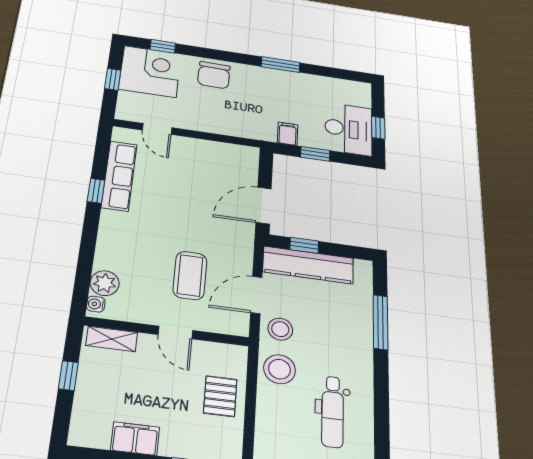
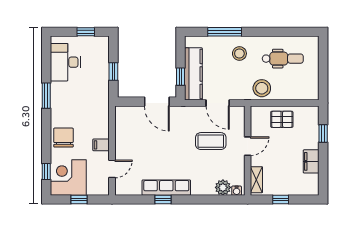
chair: (214, 75) -> (63, 138), turned -91
desk: (349, 129) -> (65, 62), moved, turned -90
filing cabinet: (288, 134) -> (101, 145), moved
row of seats: (119, 176) -> (166, 188), moved
stool: (280, 329) -> (239, 53), moved

